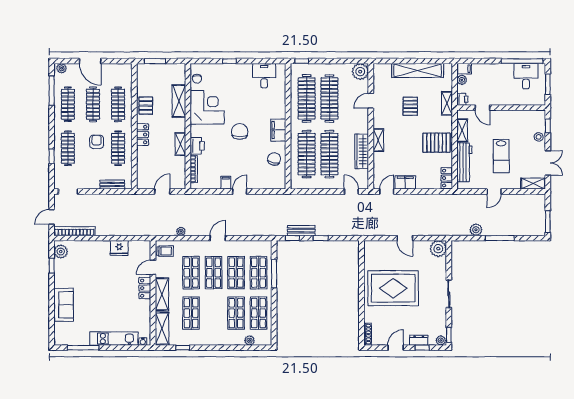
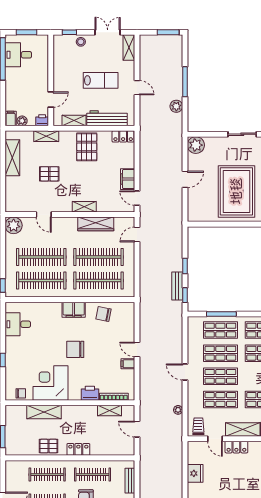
shelving: (418, 70) -> (12, 158), width x0.68
shelving: (180, 144) -> (110, 410), moved

